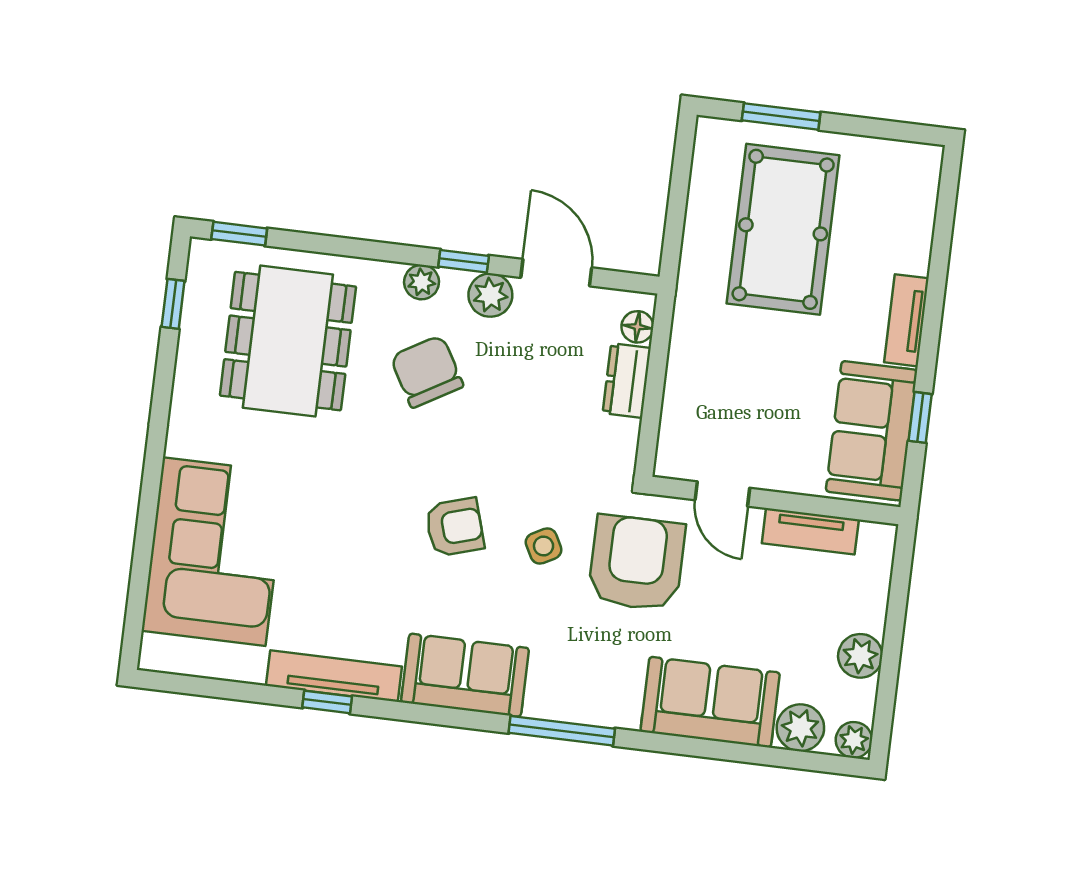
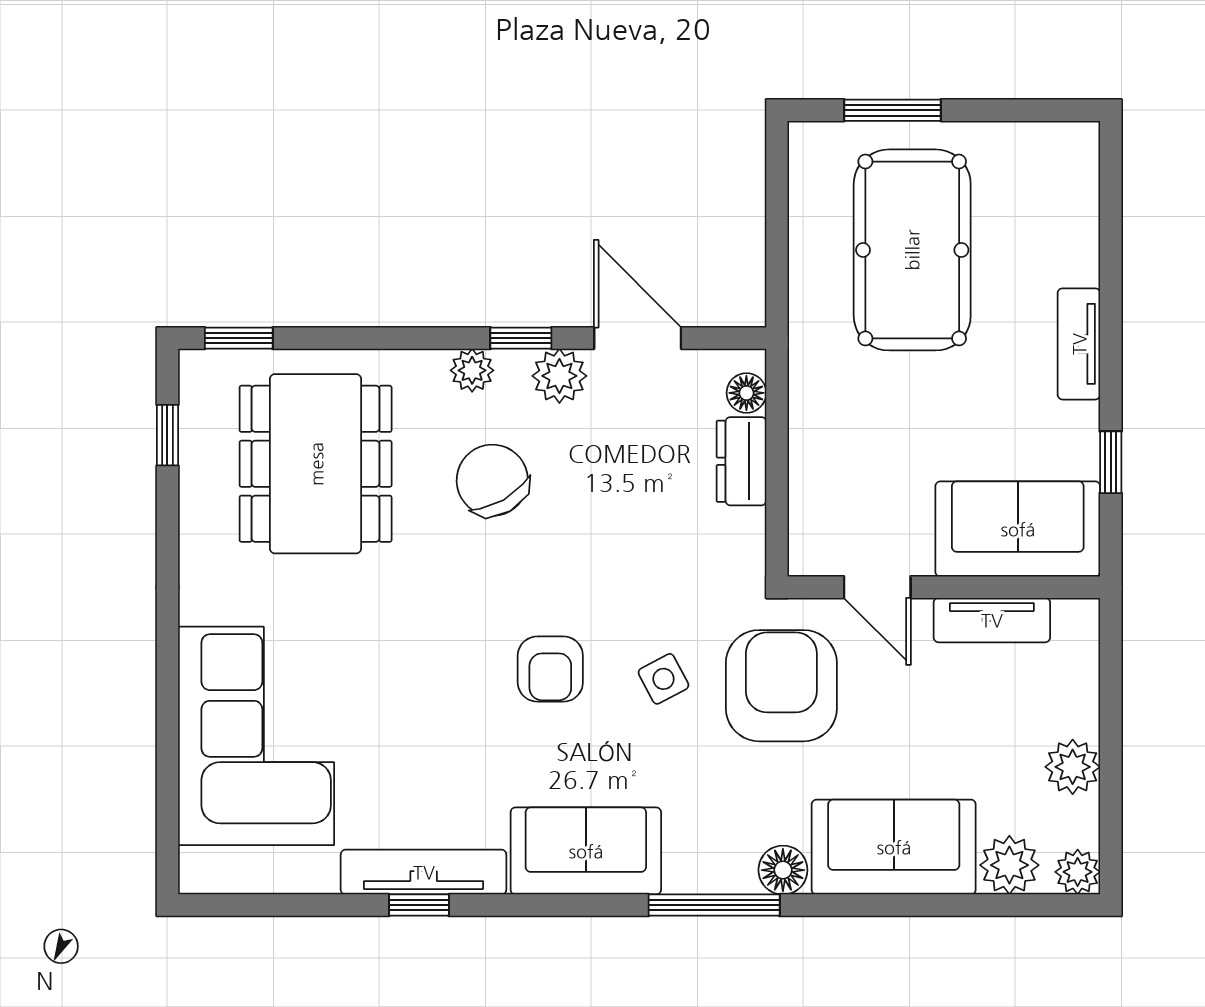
sofa: (872, 431) -> (1018, 529), moved, turned 90
armchair: (455, 527) -> (550, 669), turned 107
floor lamp: (620, 710) -> (783, 870), added

